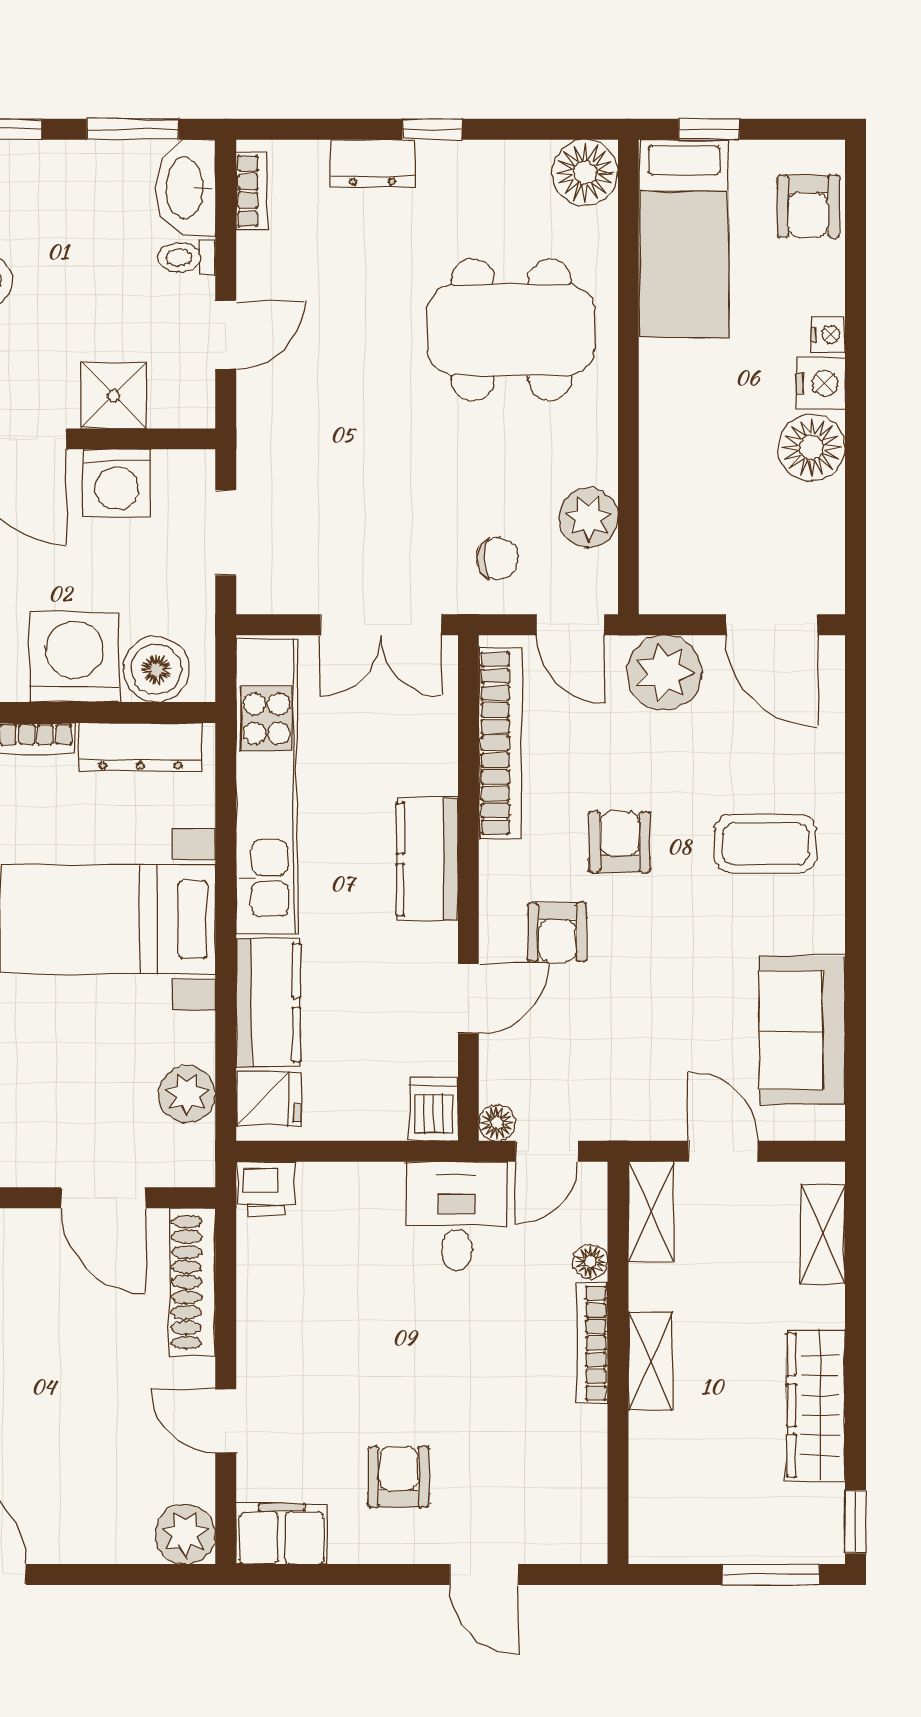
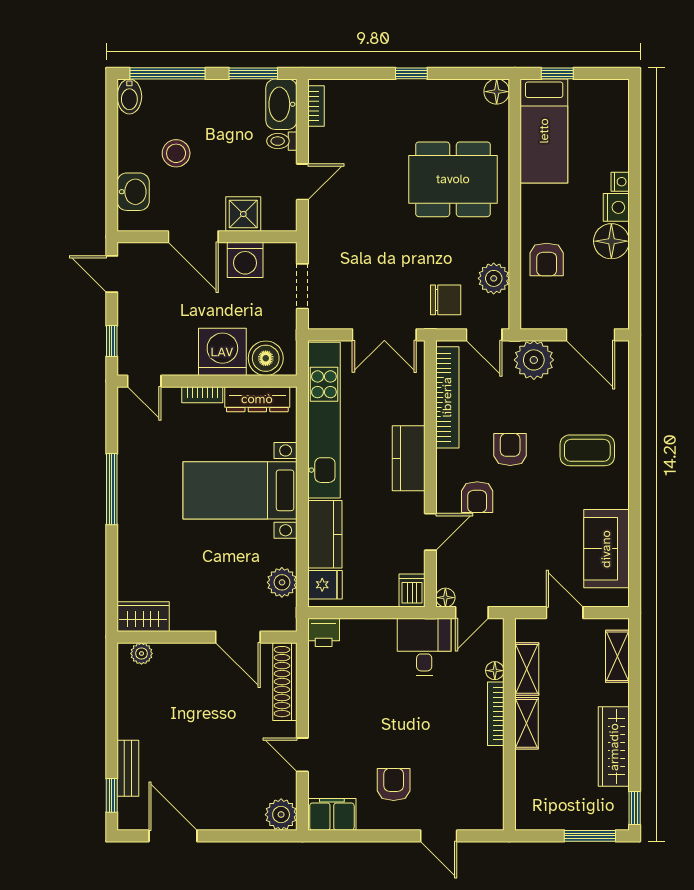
dresser: (373, 163) -> (380, 91), removed
floor lamp: (585, 173) -> (497, 92), width x0.73, depth x0.73
armchair: (808, 206) -> (547, 259), moved
chair: (497, 559) -> (446, 300), width x1.37, depth x1.37
shelving: (651, 1212) -> (527, 669), moved

